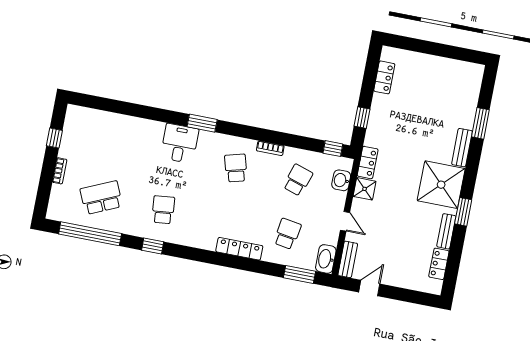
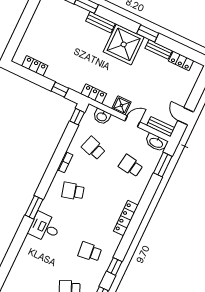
shower: (365, 189) -> (121, 105), moved
locker: (239, 249) -> (126, 218), moved

